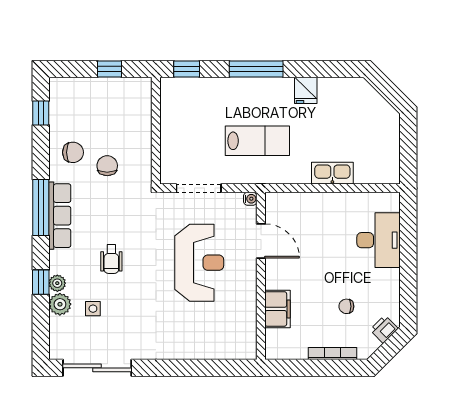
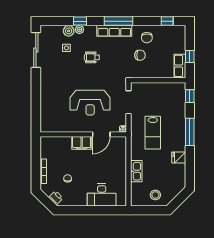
row of seats: (128, 88) -> (180, 66), added
stool: (379, 136) -> (155, 195), added
filing cabinet: (278, 309) -> (82, 143), moved

